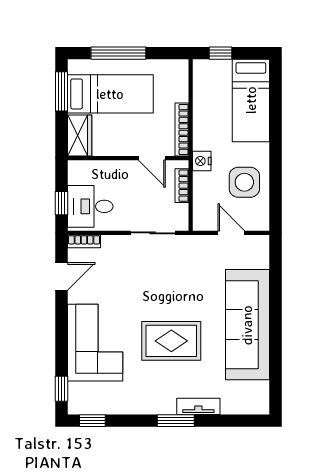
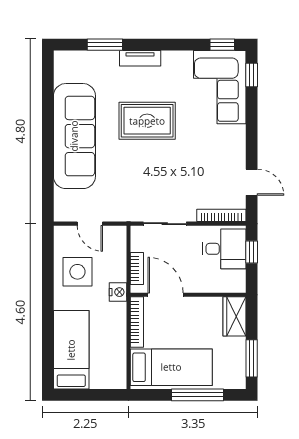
window: (220, 53) -> (100, 395), removed
bed: (110, 94) -> (171, 367), moved, turned 180
door: (152, 158) -> (166, 295), width x1.38
bookcase: (84, 241) -> (221, 215), width x1.56
door: (62, 276) -> (252, 182), swing flipped
corner sofa: (95, 343) -> (220, 87), moved
tv unit: (198, 406) -> (140, 58), moved
window: (176, 421) -> (105, 45), moved

